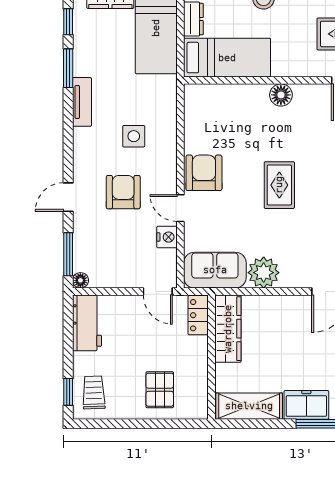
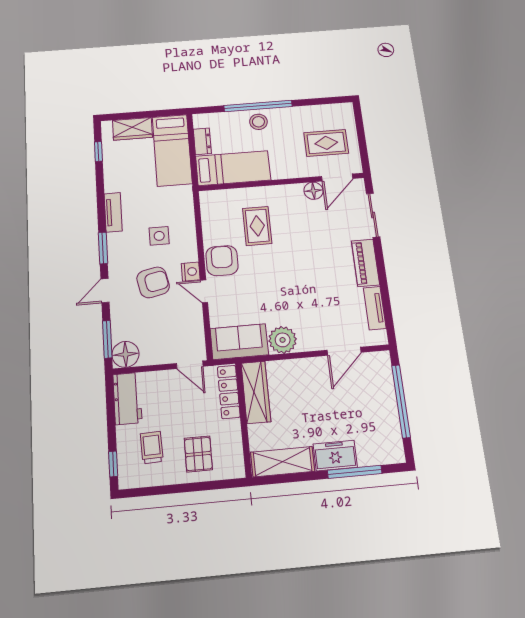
window: (68, 68) -> (103, 248), moved
floor lamp: (281, 95) -> (313, 191), moved
rug: (279, 185) -> (257, 226), moved
armchair: (123, 192) -> (153, 282), turned 78
nightstand: (167, 237) -> (191, 272), moved
floor lamp: (80, 280) -> (125, 354), width x1.89, depth x1.89
locker: (198, 315) -> (229, 392), width x1.53
trolley: (94, 392) -> (152, 447), moved

